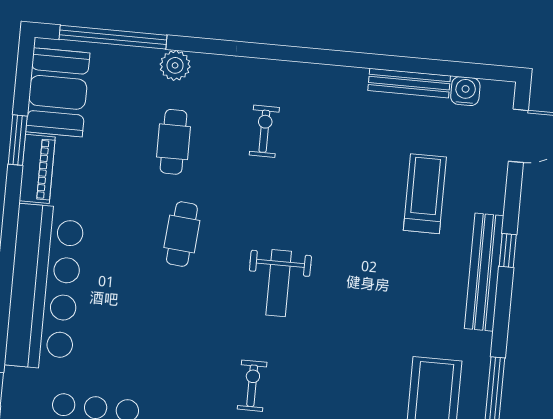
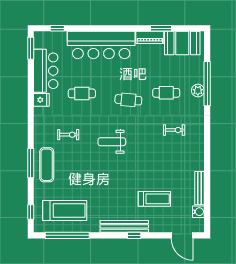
window: (113, 37) -> (207, 84), moved
cafe table: (156, 344) -> (82, 93), added

